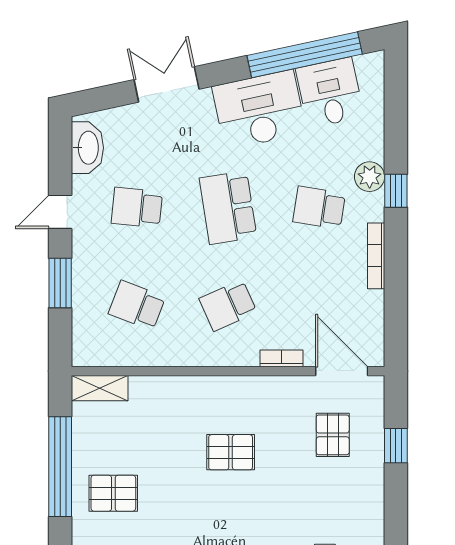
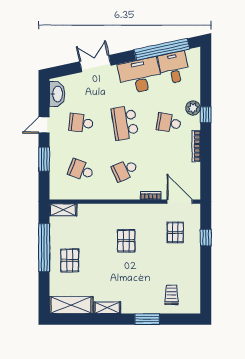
pallet: (231, 452) -> (126, 241), turned 90
pallet: (113, 493) -> (70, 260), turned 90

